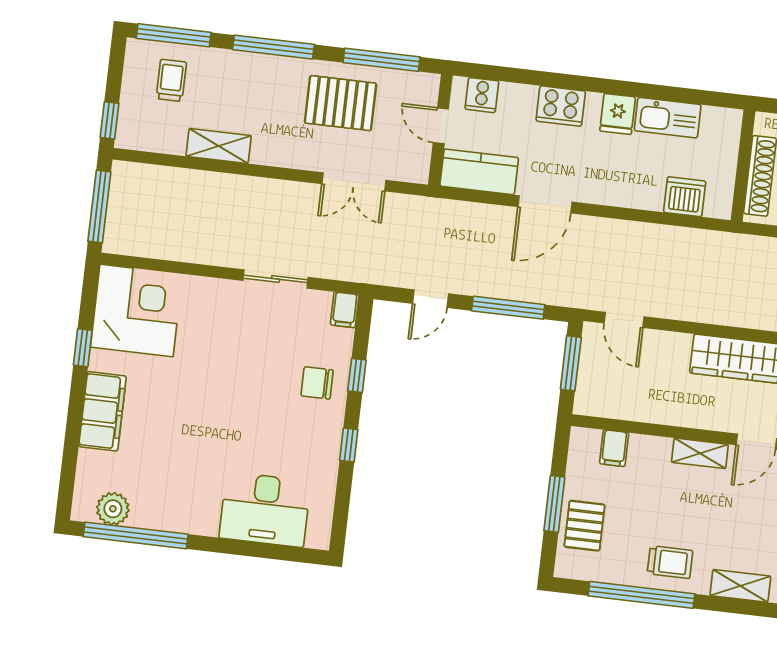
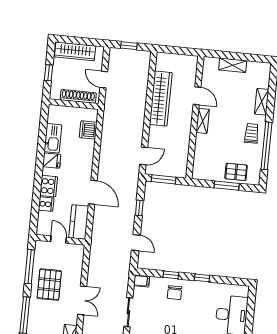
cooker: (482, 95) -> (46, 204), moved
door: (441, 126) -> (59, 240), swing flipped
double door: (354, 182) -> (82, 300), moved
window: (508, 308) -> (139, 208), width x0.46
filing cabinet: (614, 448) -> (201, 159), removed

